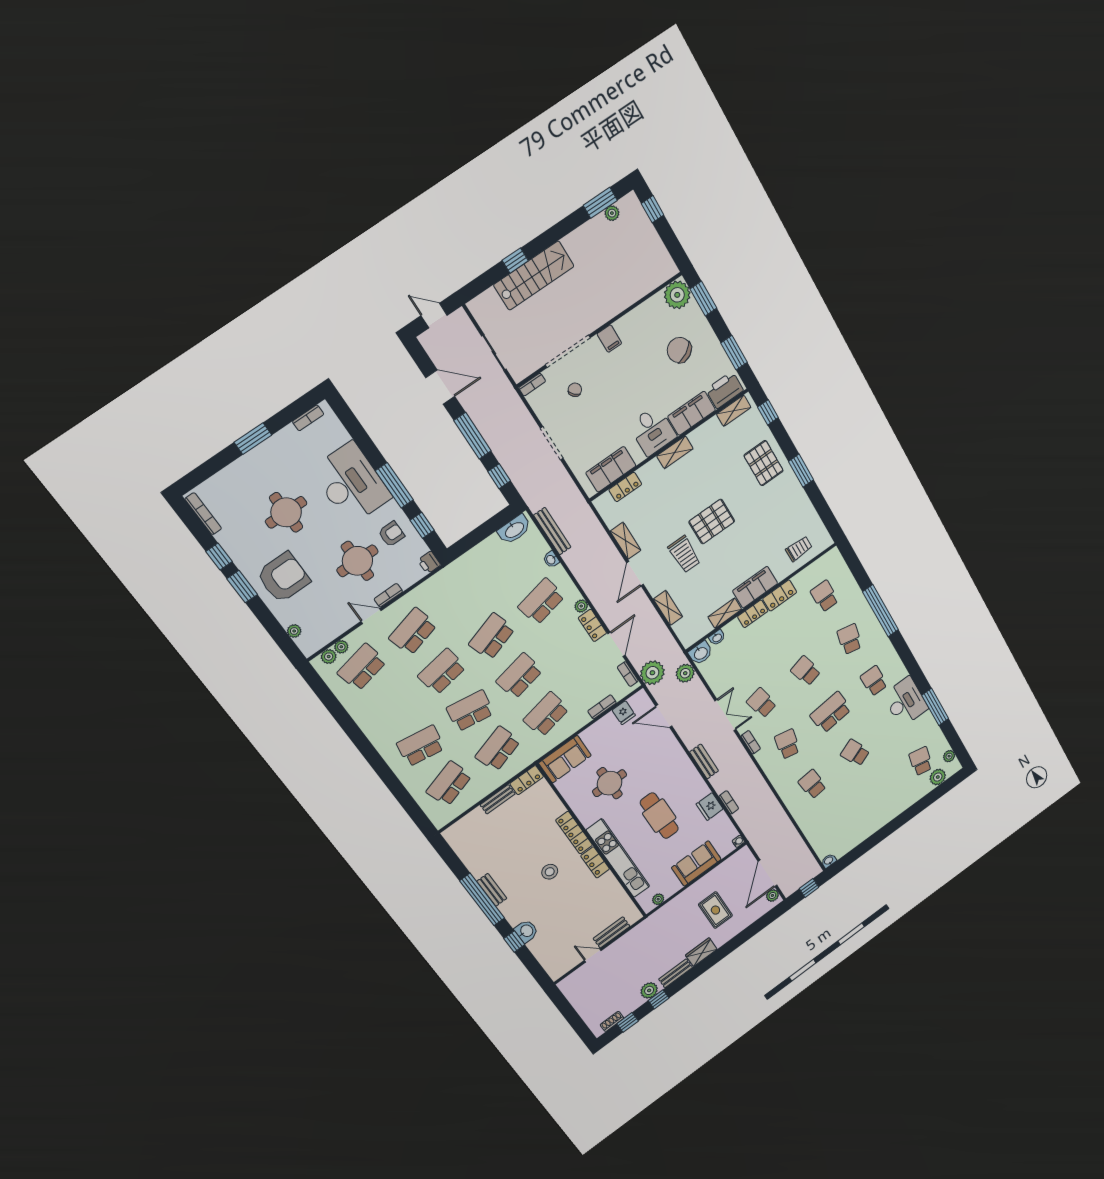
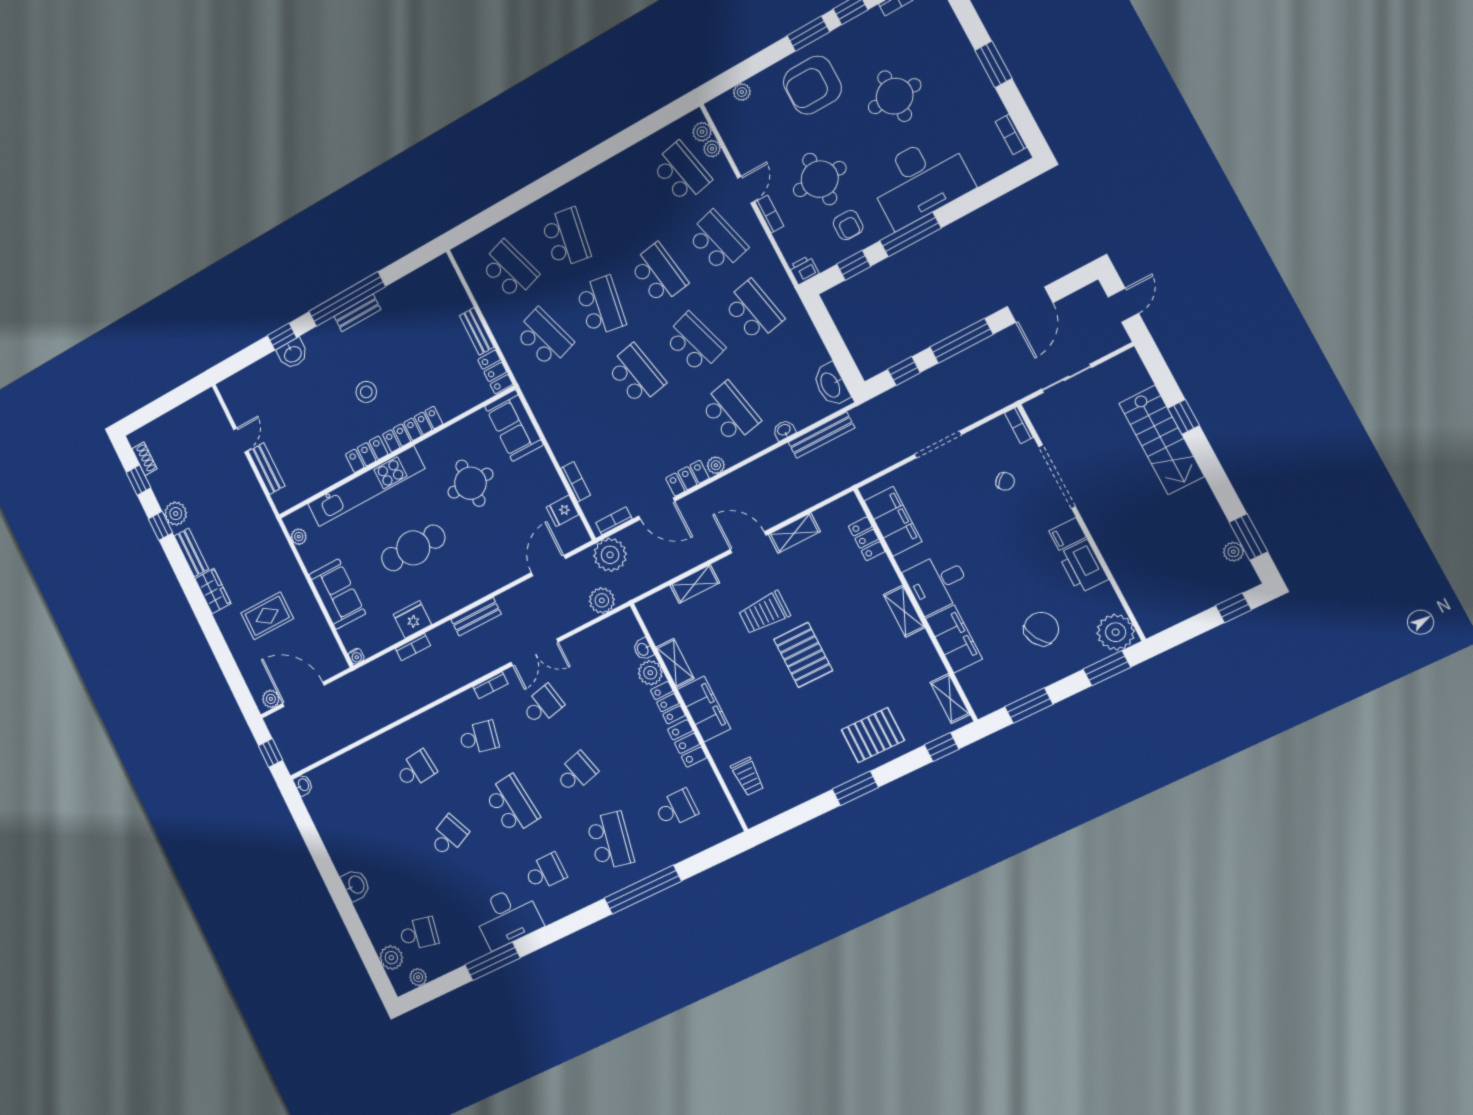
printer: (725, 390) -> (1083, 567), moved, turned 180
armchair: (283, 577) -> (812, 85), turned 90
plant: (733, 630) -> (650, 673), added
school desk: (850, 639) -> (610, 841), width x1.85
washbasin: (701, 653) -> (356, 885), moved, turned 180
school desk: (546, 714) -> (753, 311), moved

